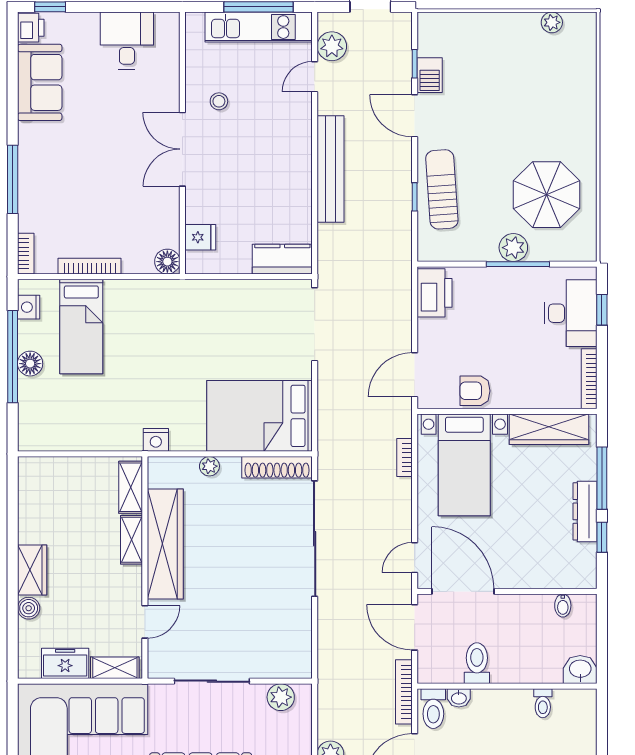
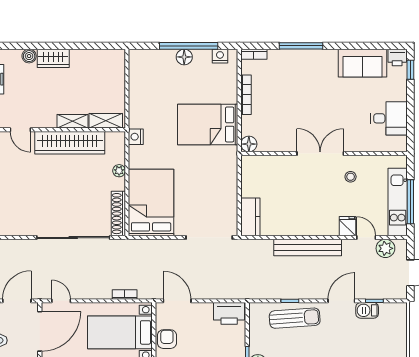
fridge: (200, 237) -> (347, 226), moved, turned 180
bed: (81, 327) -> (208, 124), moved, width x1.50

